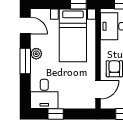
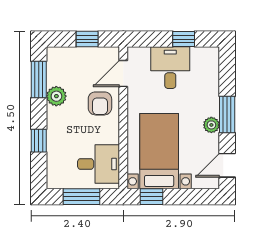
door: (25, 25) -> (227, 165), hinge flipped
desk: (44, 94) -> (170, 68), moved

